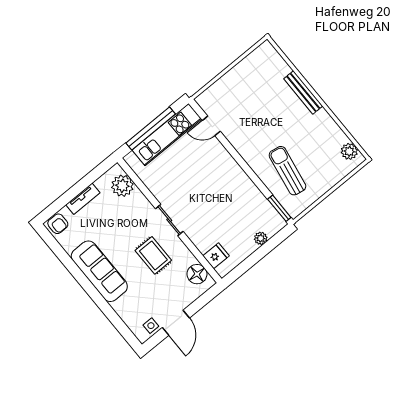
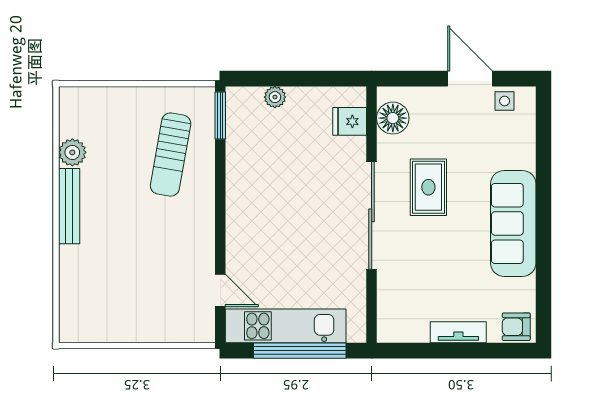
bench: (303, 92) -> (69, 206), moved
plant: (349, 151) -> (72, 152), moved
plant: (122, 186) -> (395, 308), removed
sliding door: (169, 220) -> (372, 215), width x1.86
armchair: (58, 224) -> (516, 327), turned -90
door: (176, 323) -> (470, 79), hinge flipped

